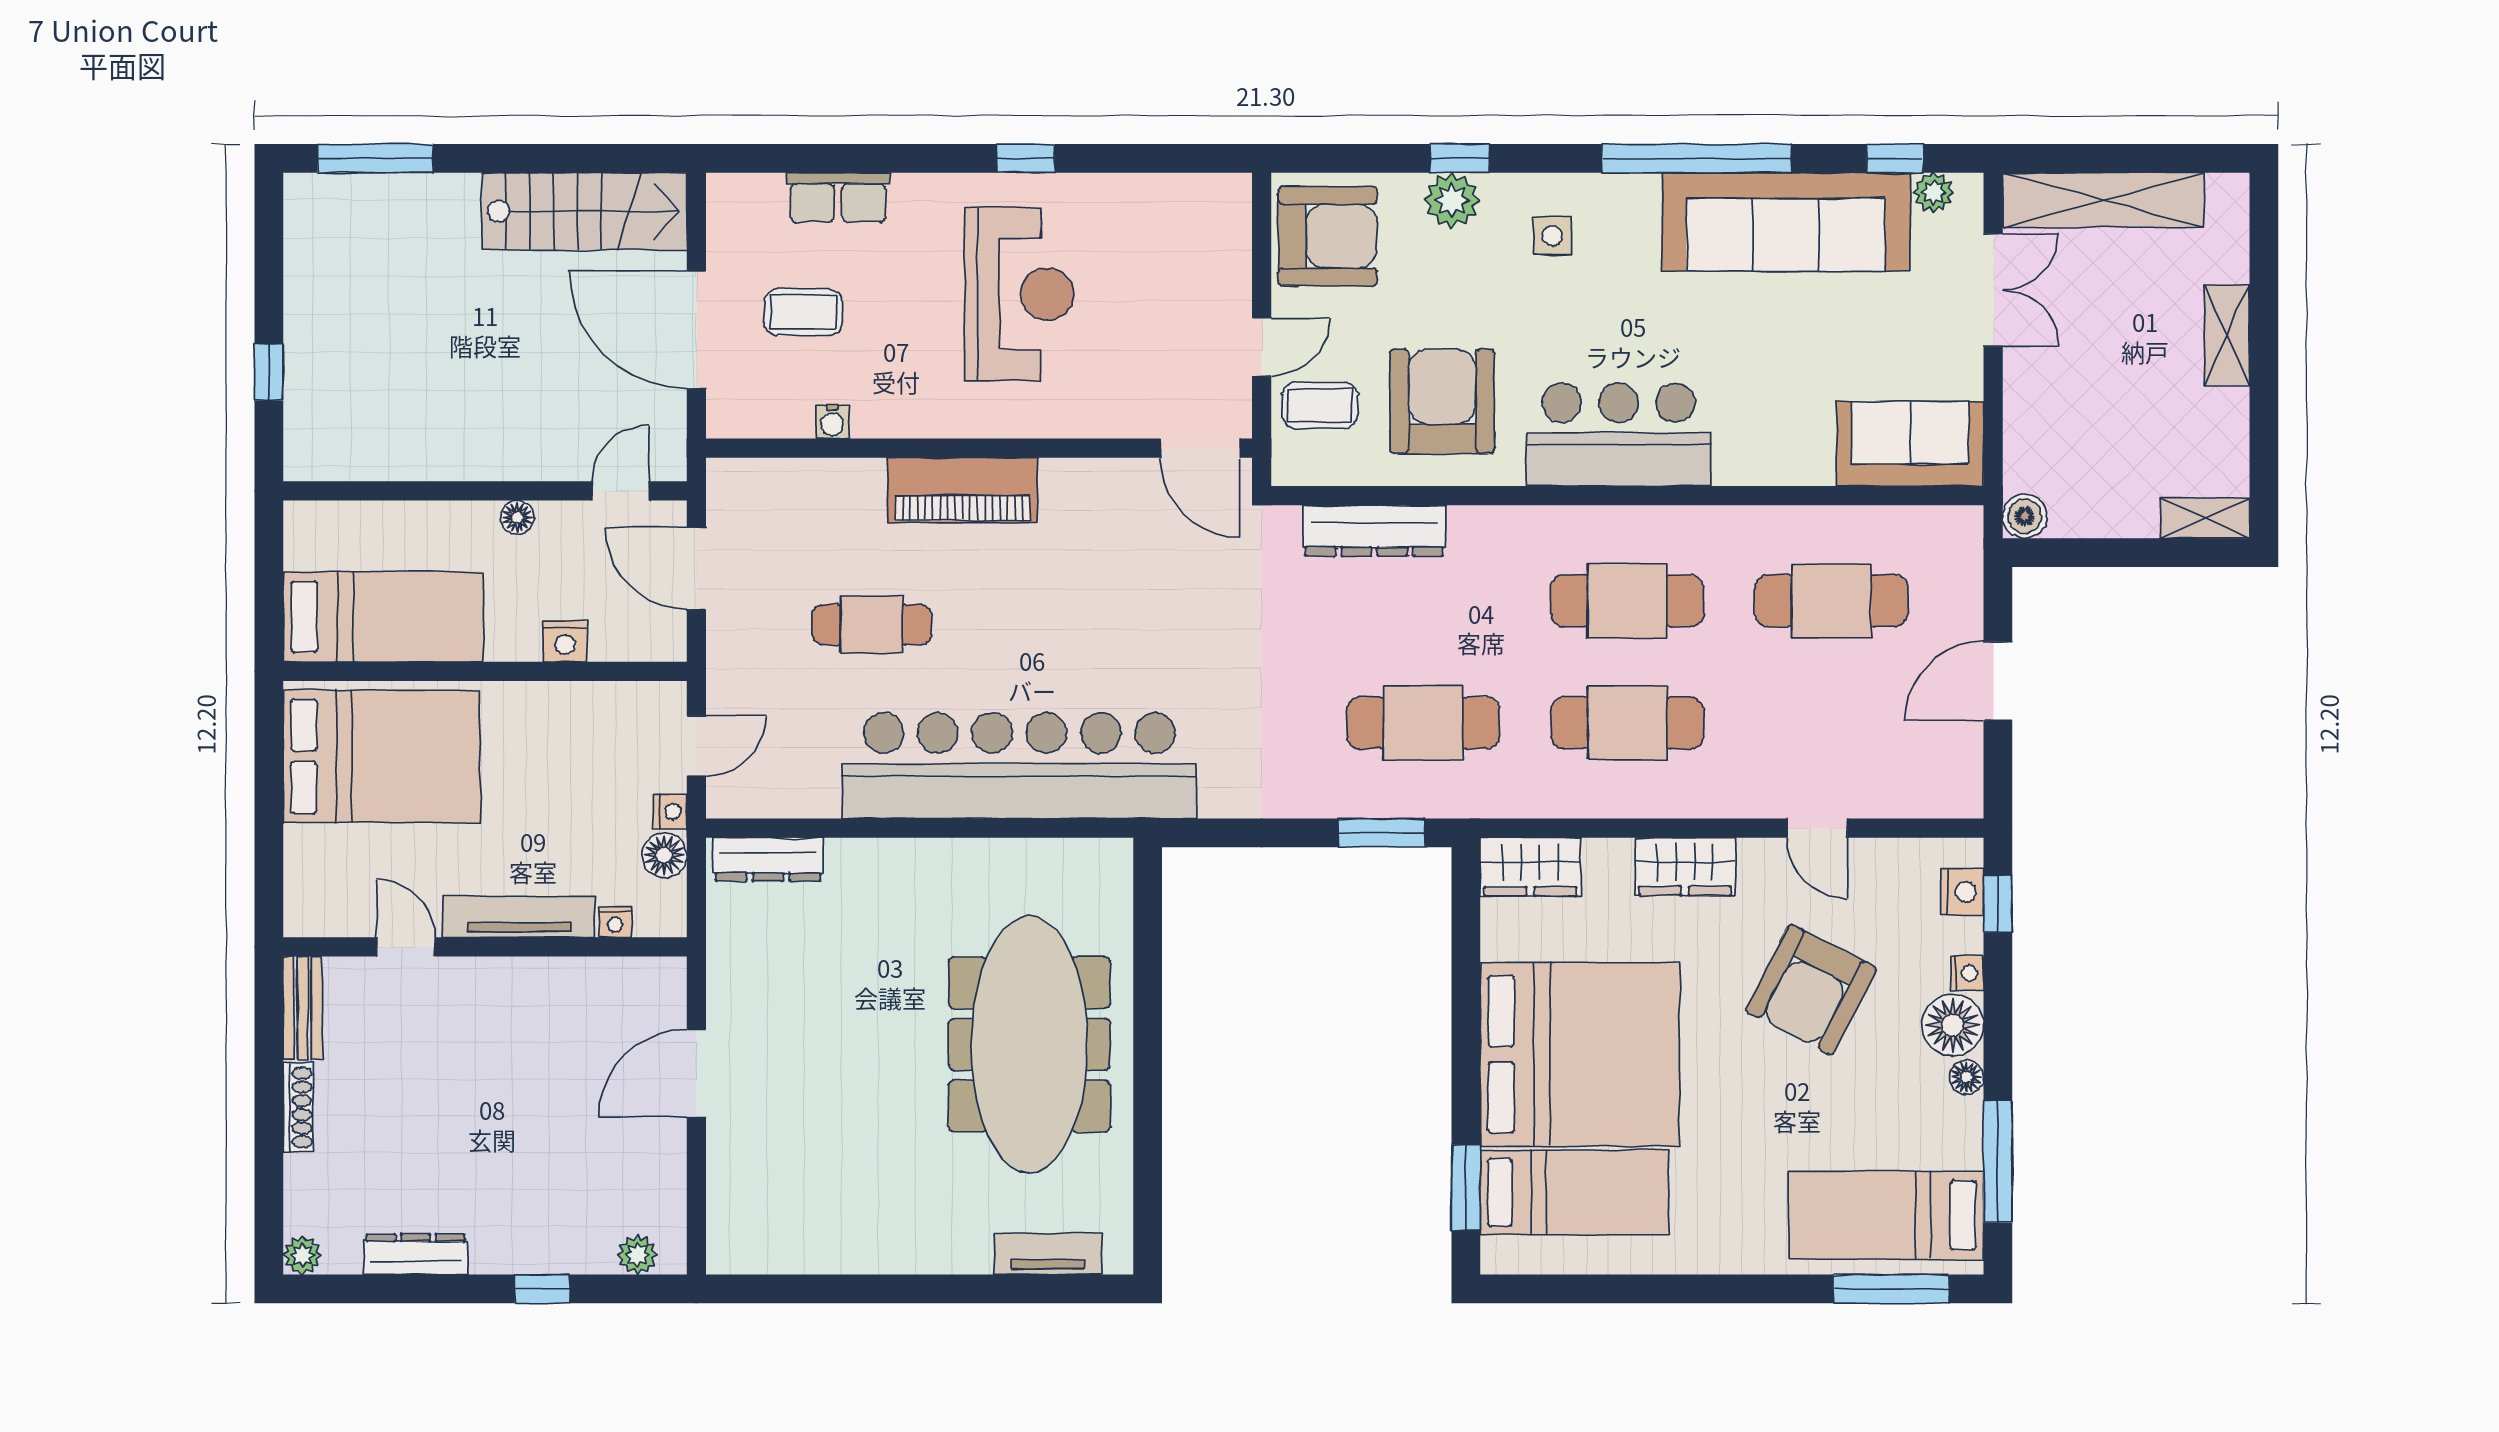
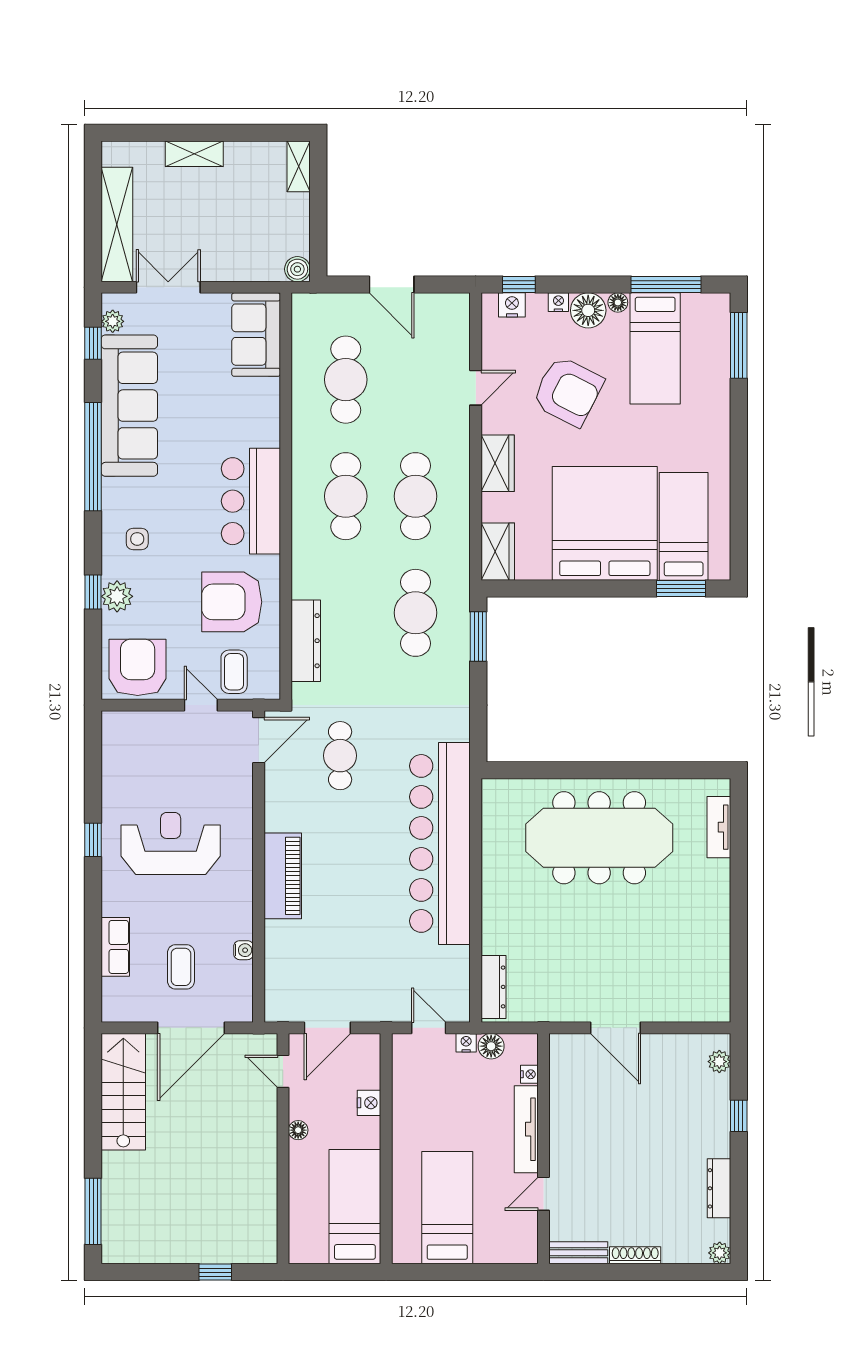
cafe table: (872, 625) -> (340, 756), moved
bed: (381, 756) -> (447, 1208), width x0.67
bed: (1886, 1215) -> (655, 348), moved

